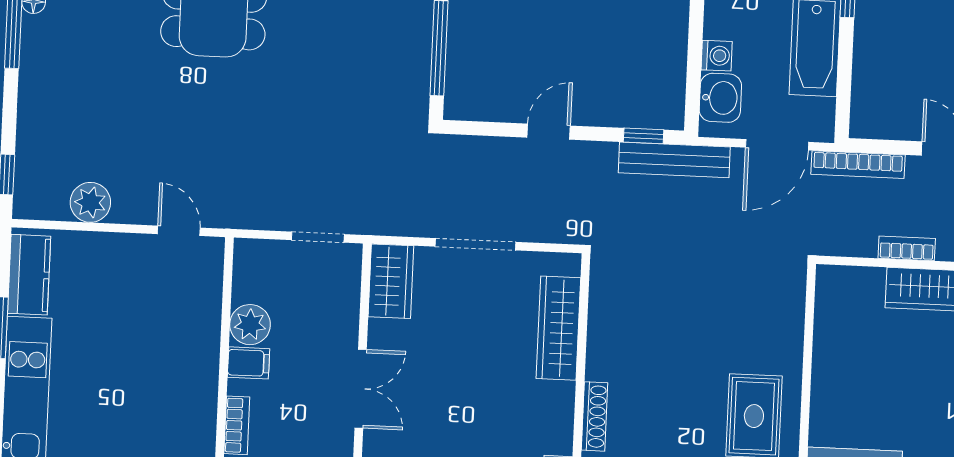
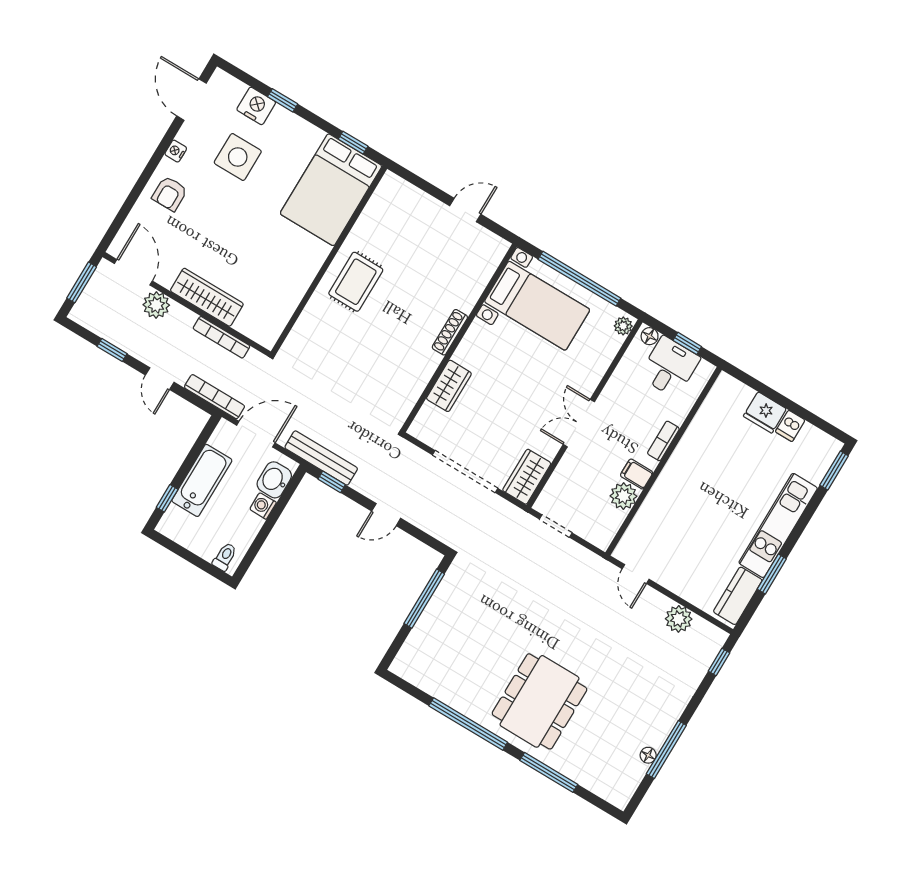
doorway: (475, 244) -> (465, 472), width x1.36
bookcase: (907, 248) -> (221, 337), width x1.56
wardrobe: (558, 328) -> (449, 386), width x0.67

